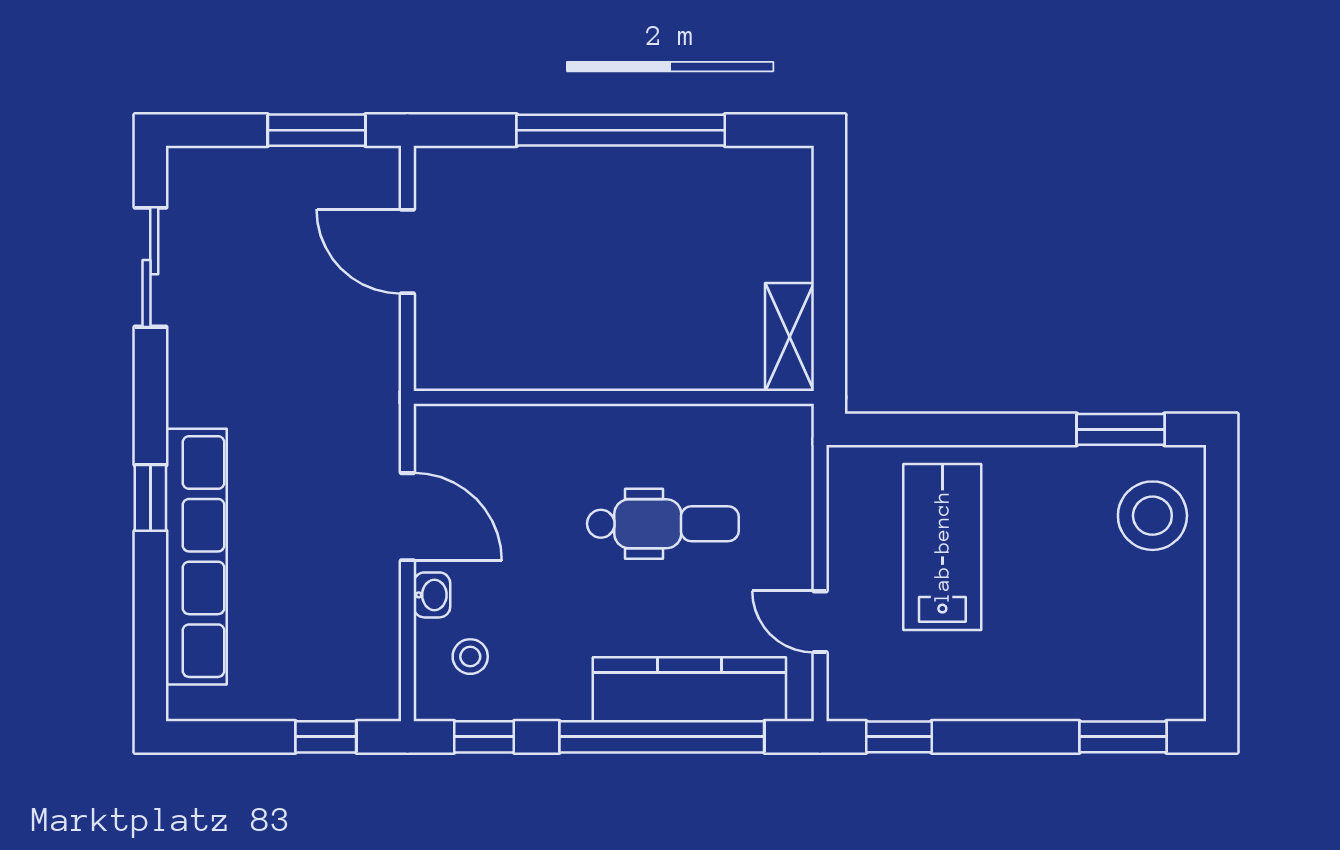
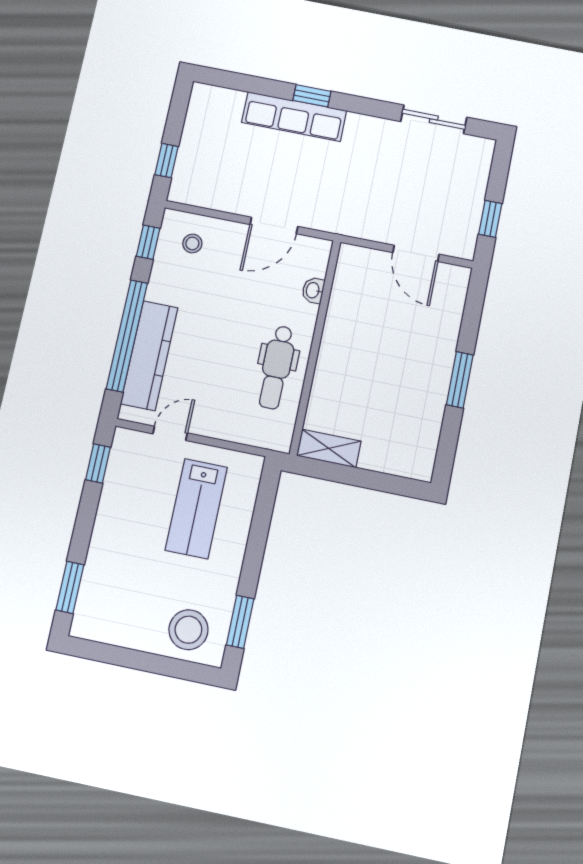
window: (317, 130) -> (490, 219), width x0.67
window: (621, 130) -> (460, 380), width x0.47
door: (407, 251) -> (416, 253), swing flipped
dental chair: (663, 524) -> (277, 367), moved
lab bench: (942, 547) -> (196, 509), turned 90
row of seats: (196, 557) -> (294, 117), width x0.73
washbasin: (432, 595) -> (313, 290), moved, turned 90

